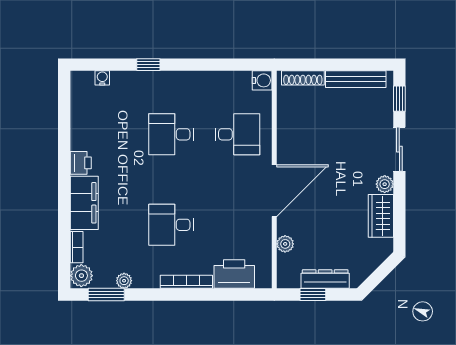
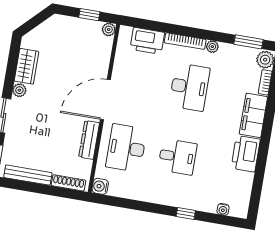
desk: (237, 134) -> (126, 148), width x1.37
printer: (81, 163) -> (246, 154), width x1.87, depth x1.48
desk: (171, 225) -> (189, 87), width x1.37
plant: (285, 244) -> (109, 29), moved
dresser: (325, 279) -> (89, 140), moved, turned 90
plant: (124, 281) -> (212, 47), moved

